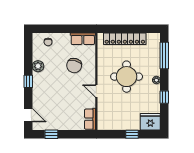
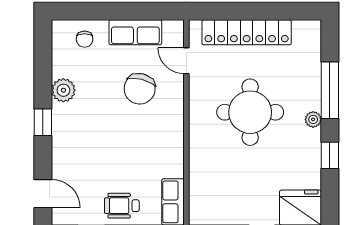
row of seats: (83, 39) -> (135, 32), moved
window: (164, 55) -> (330, 90), moved
door: (96, 91) -> (186, 61), moved
wheelchair: (66, 121) -> (122, 206), added

